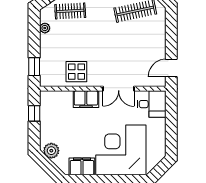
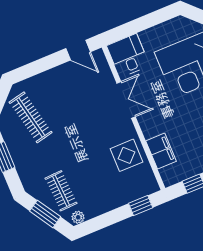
plant: (45, 28) -> (78, 217), moved
filing cabinet: (86, 99) -> (161, 151), moved

